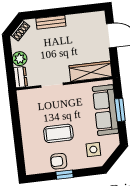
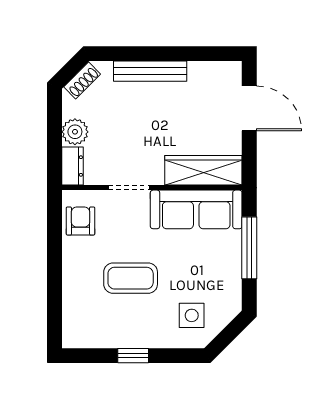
bench: (51, 22) -> (150, 71), width x1.36
sofa: (105, 110) -> (196, 209), moved, turned -90
window: (120, 110) -> (249, 248), width x1.44
armchair: (59, 161) -> (81, 221), moved, turned 90

